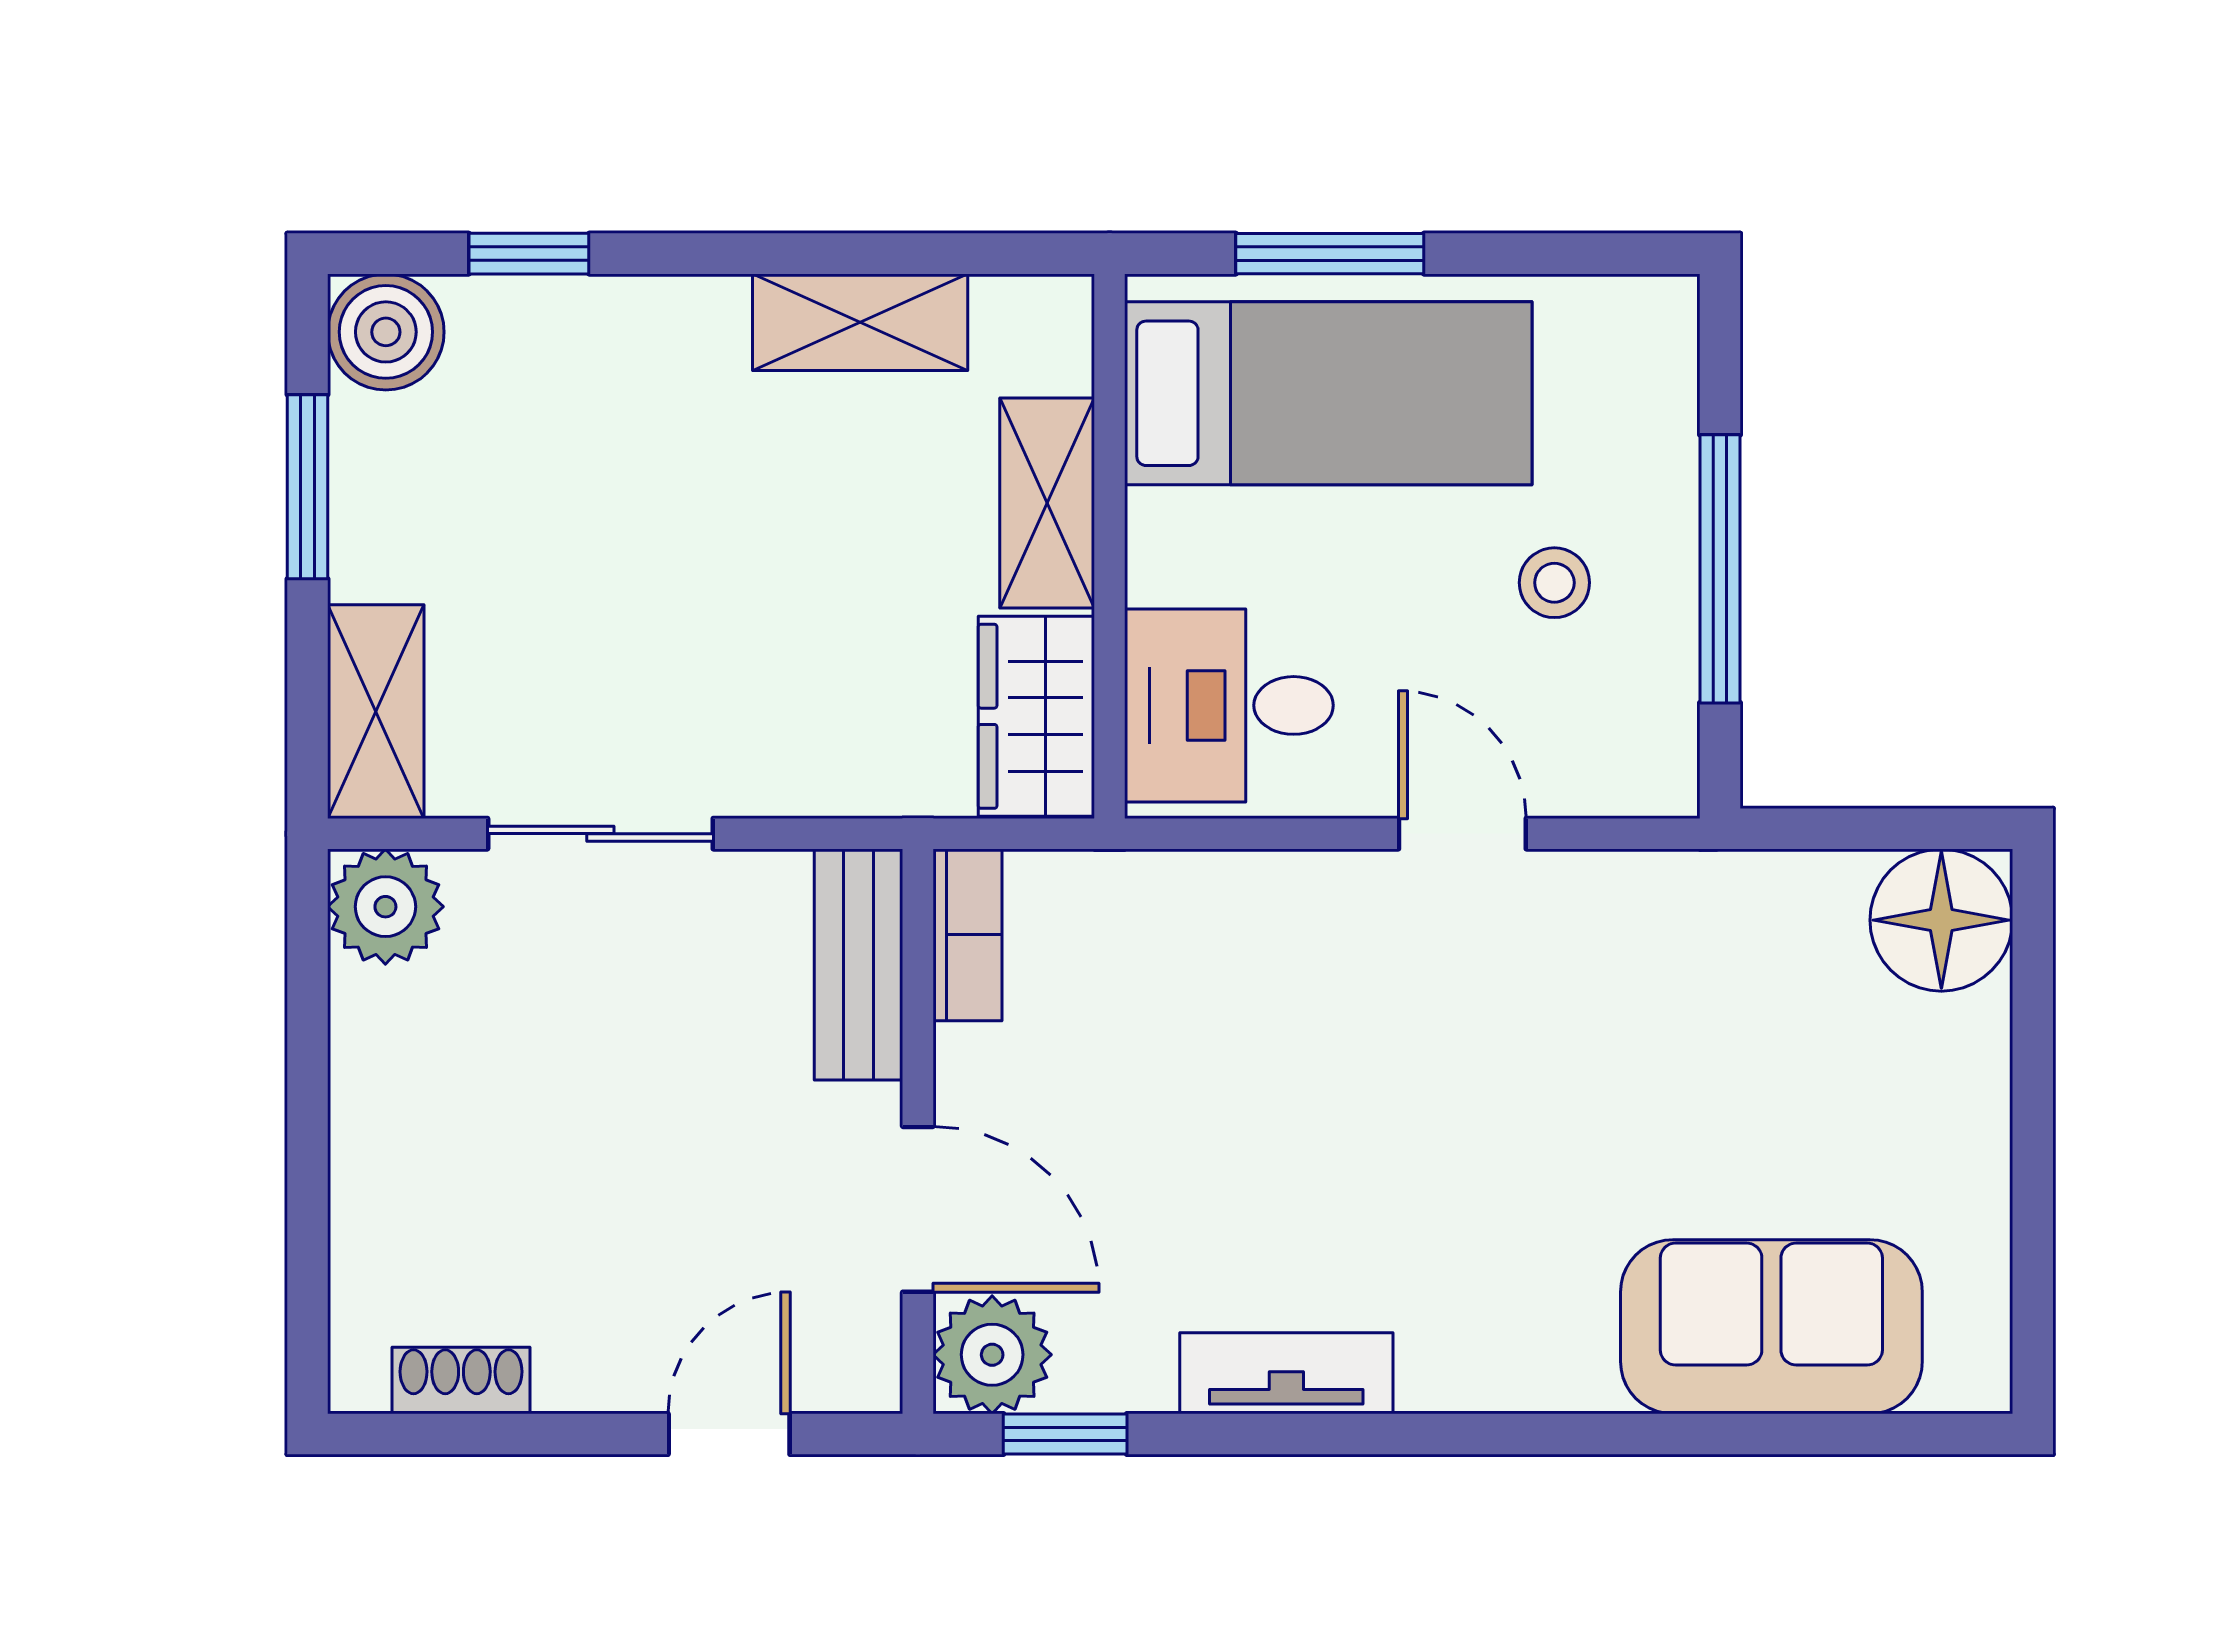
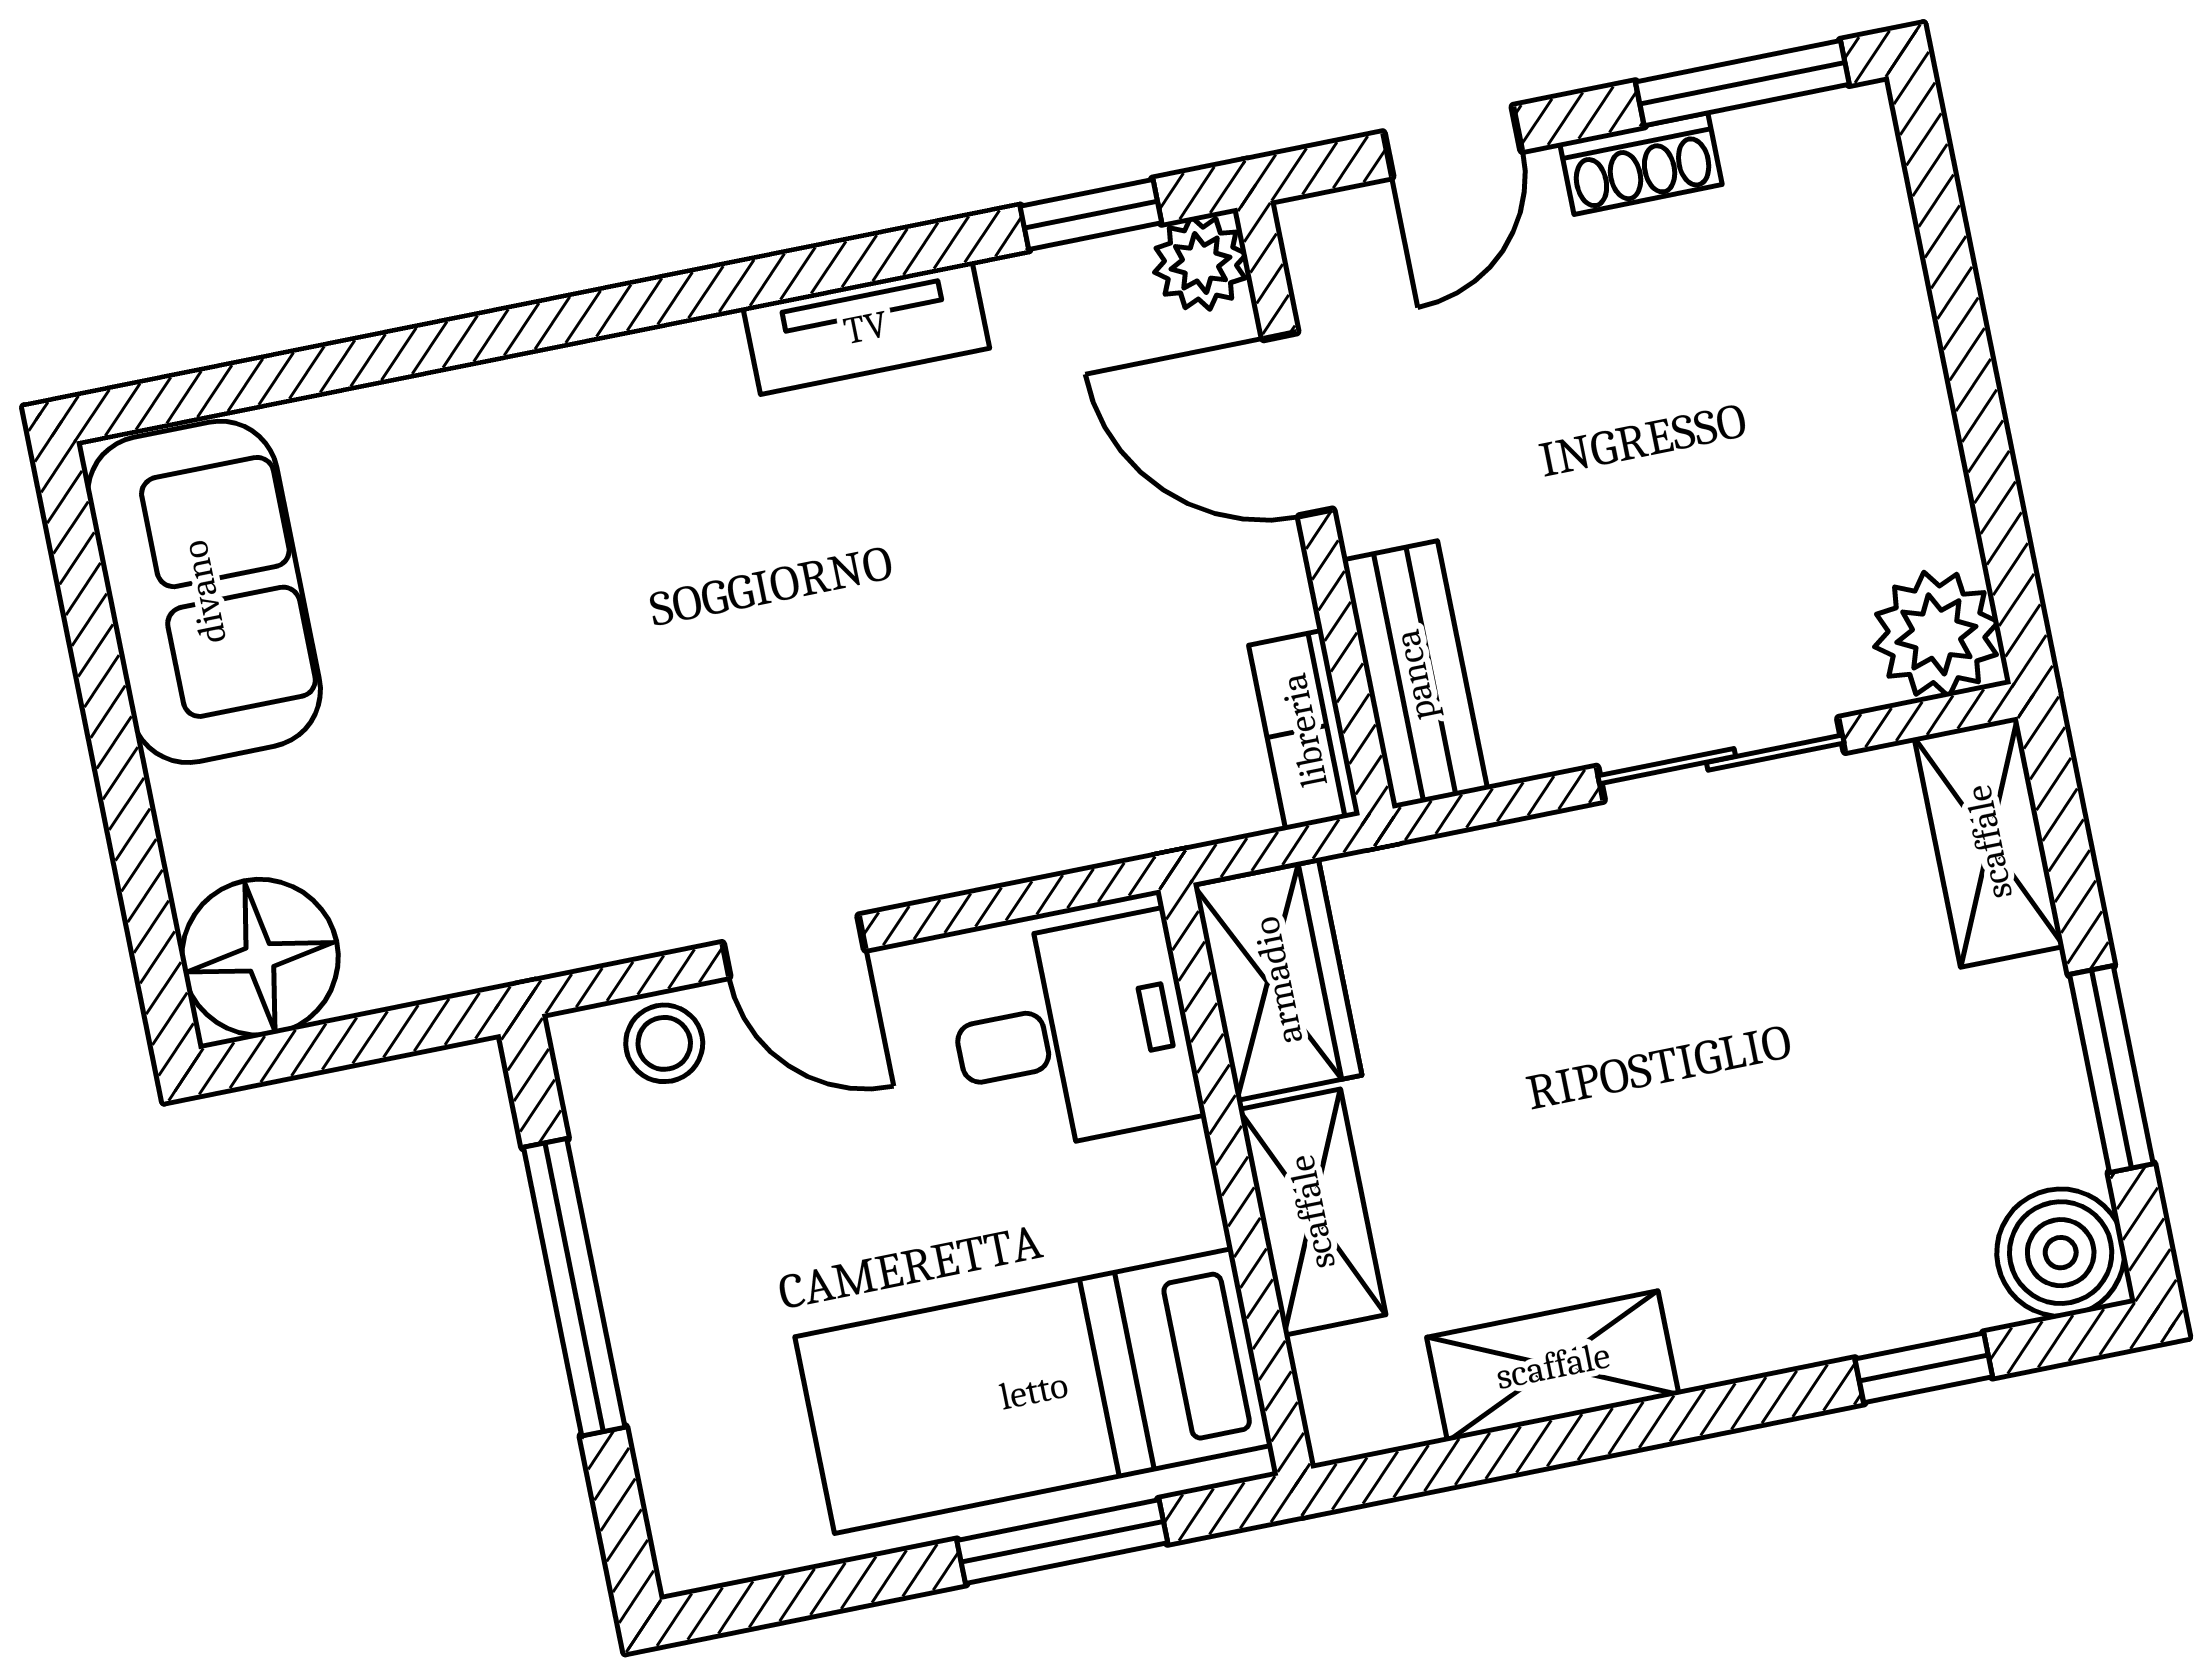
stool: (1554, 583) -> (664, 1043), moved
sofa: (1771, 1327) -> (204, 592), moved, turned -90
plant: (992, 1355) -> (1201, 263), width x0.73, depth x0.73
shoe rack: (461, 1380) -> (1641, 164), moved
window: (459, 1434) -> (1742, 83), added

